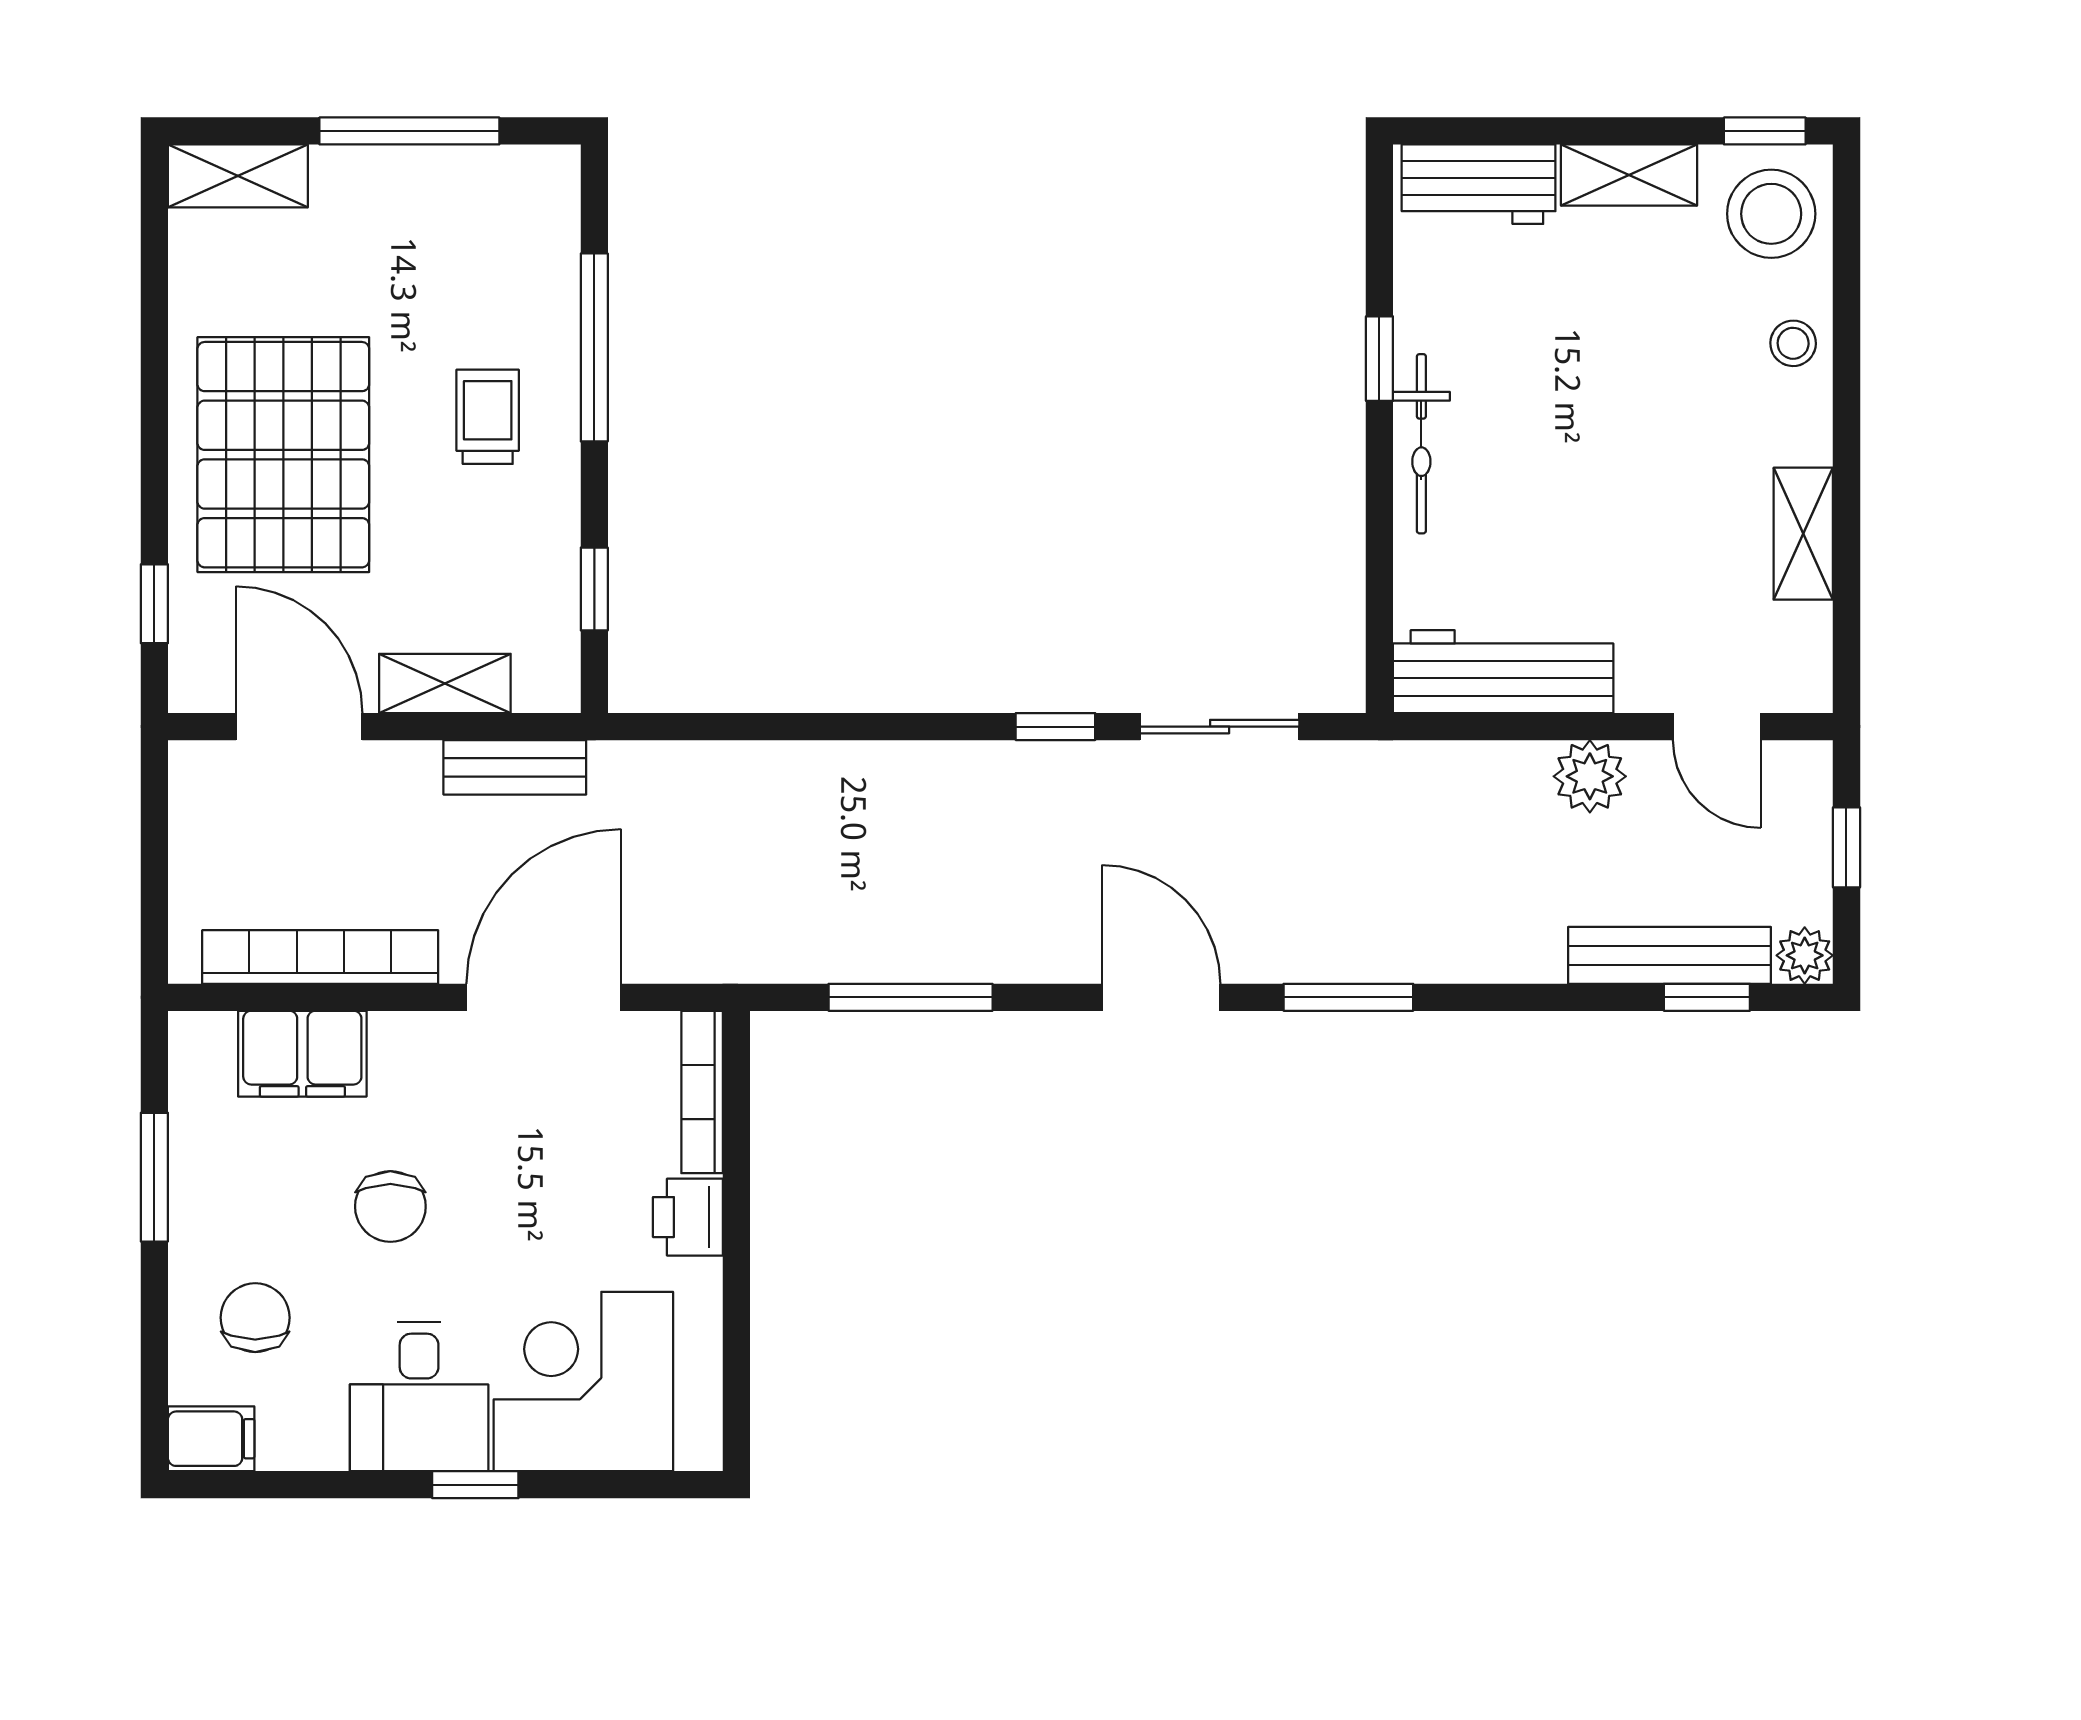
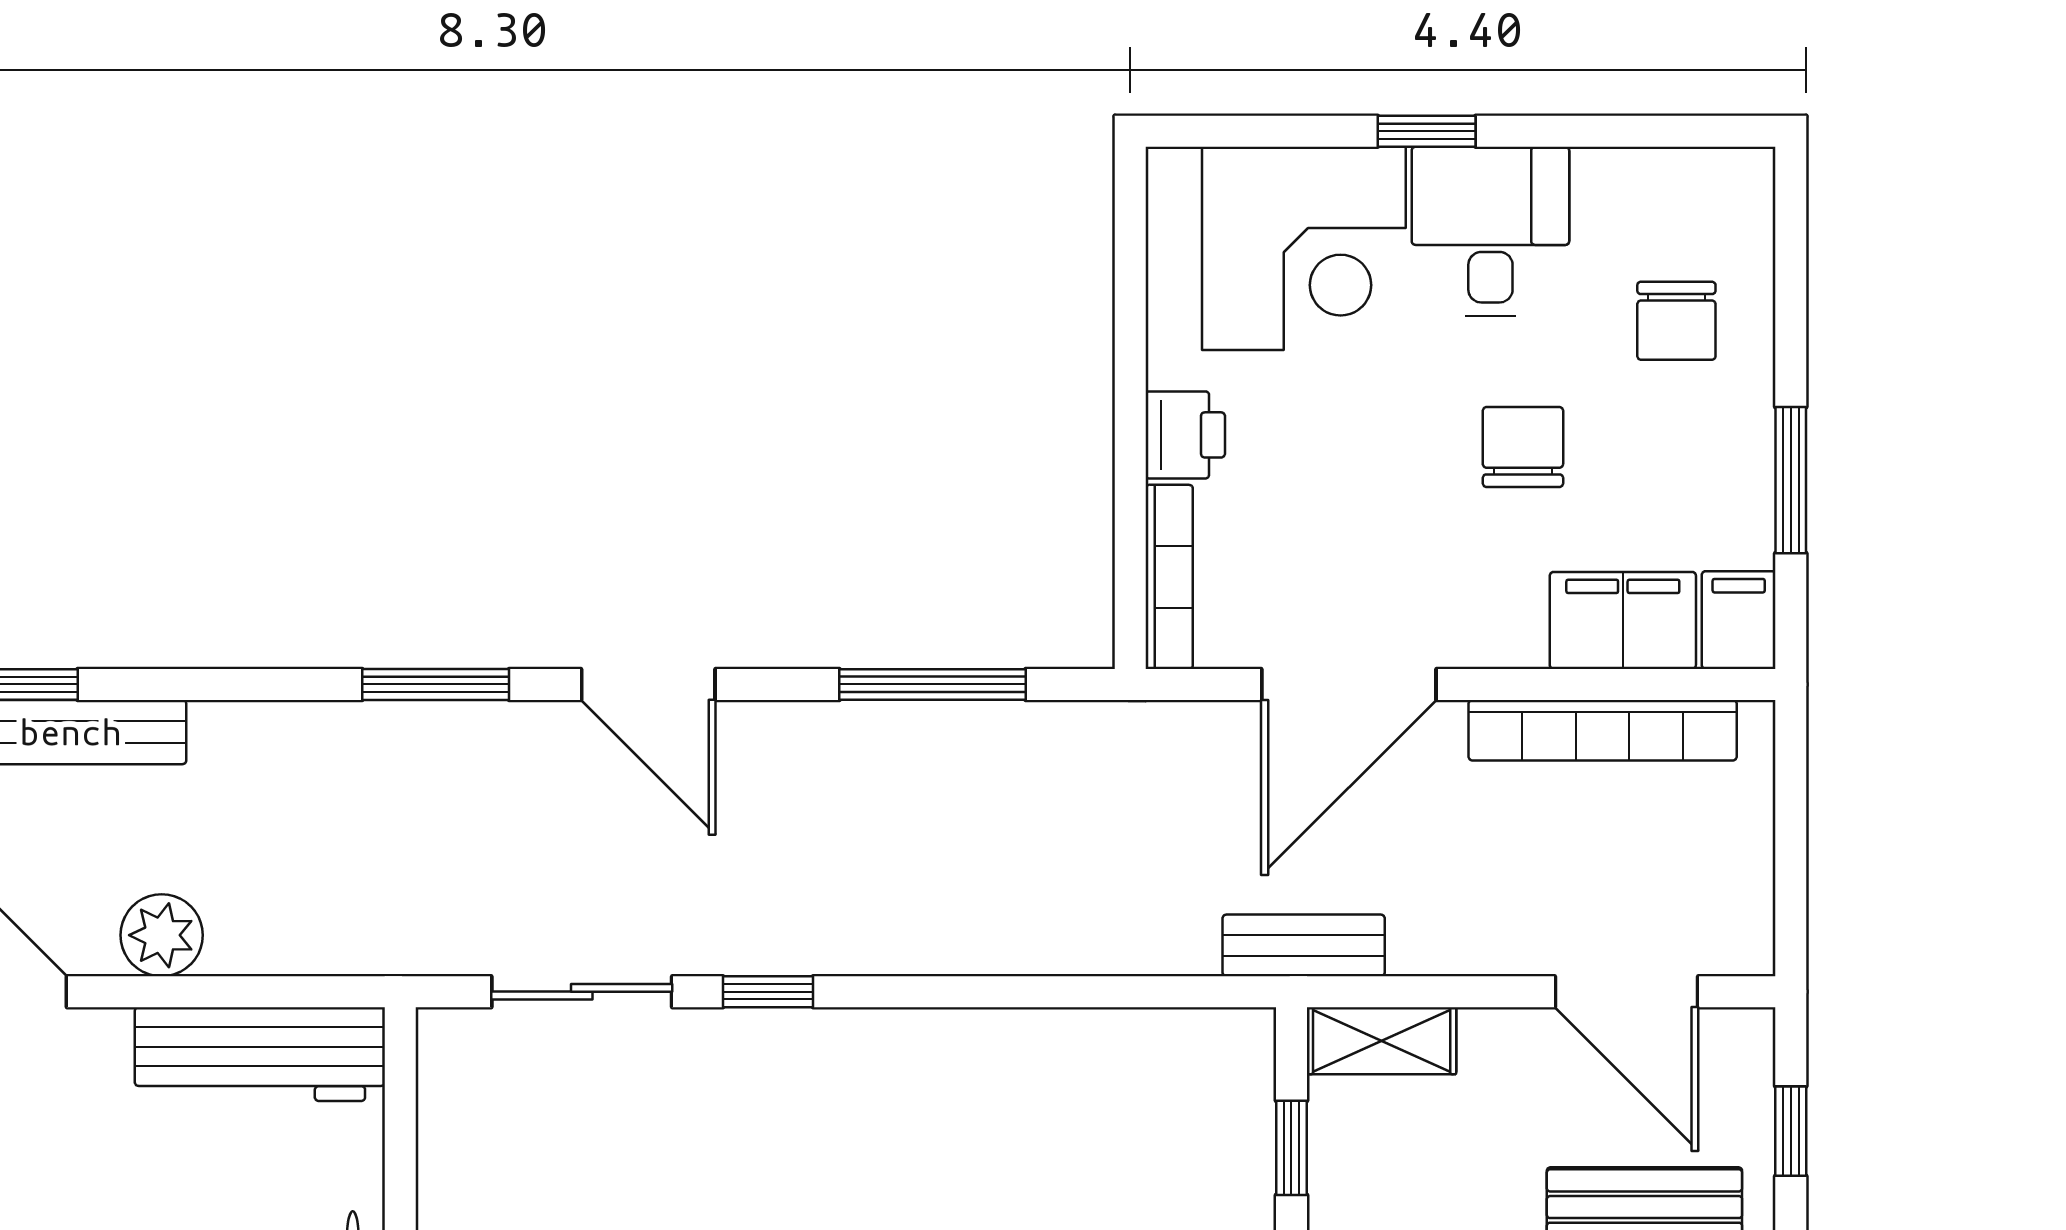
shelving: (445, 683) -> (1382, 1041), moved
bench: (515, 767) -> (1304, 945), moved
filing cabinet: (211, 1439) -> (1739, 620), moved, turned 90

